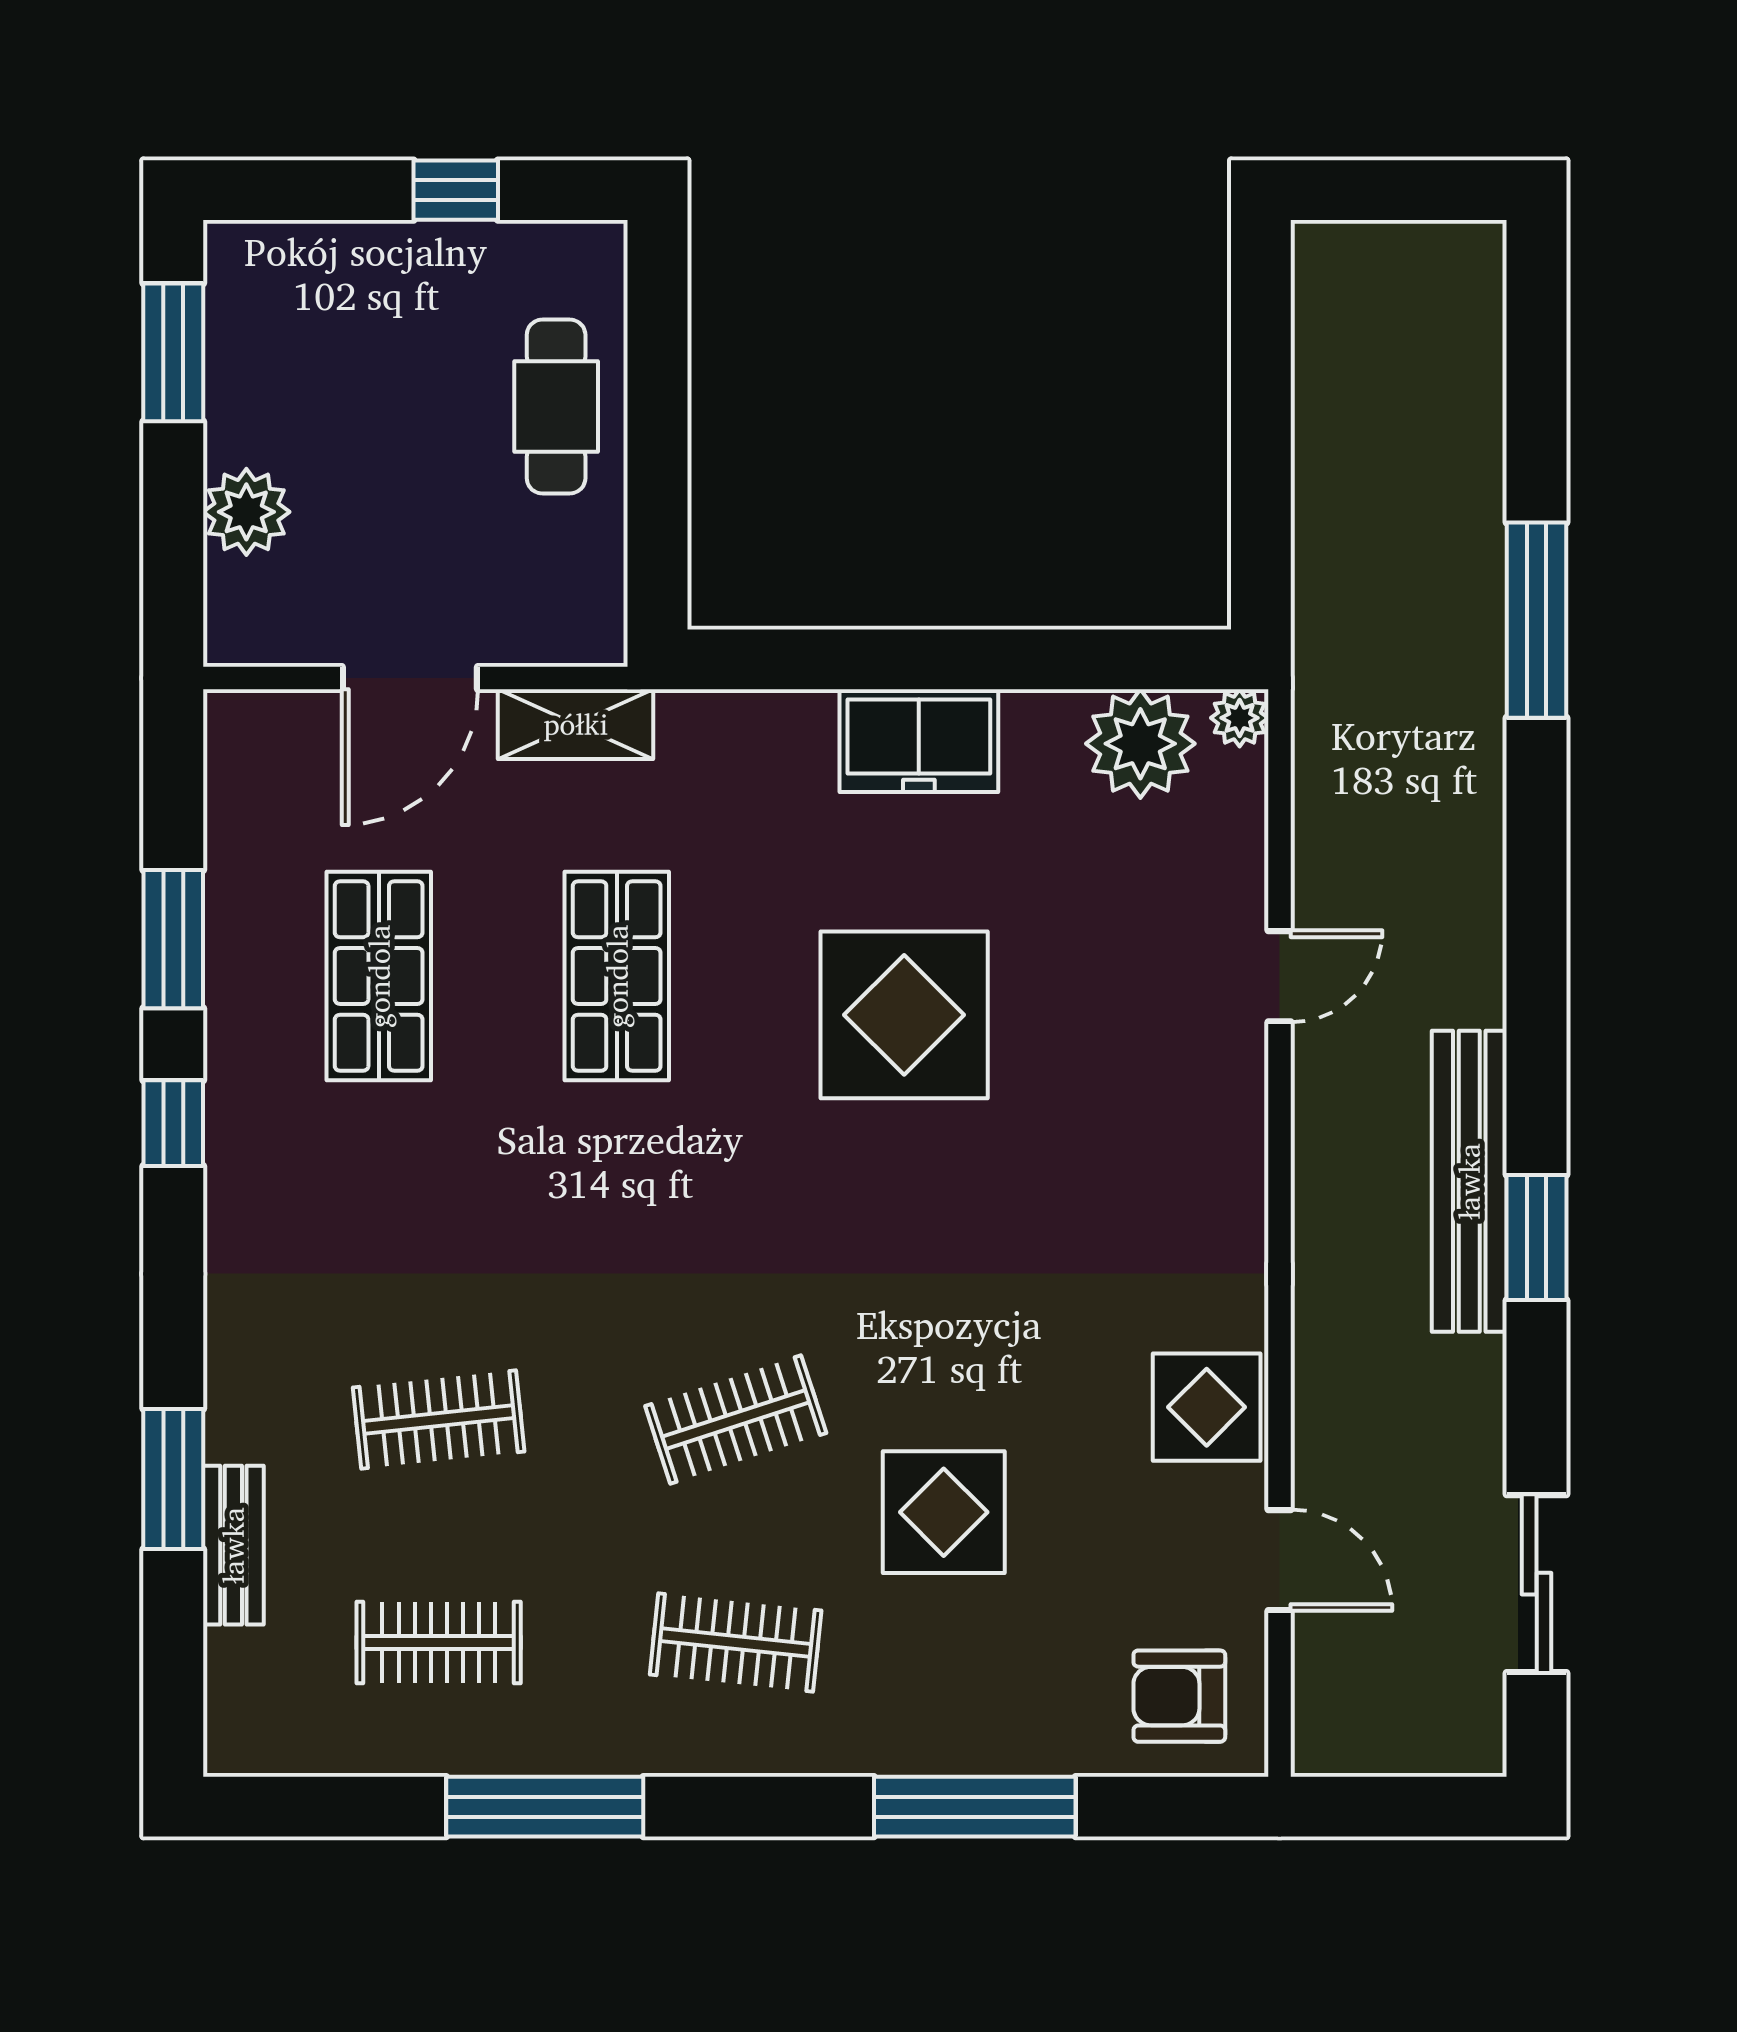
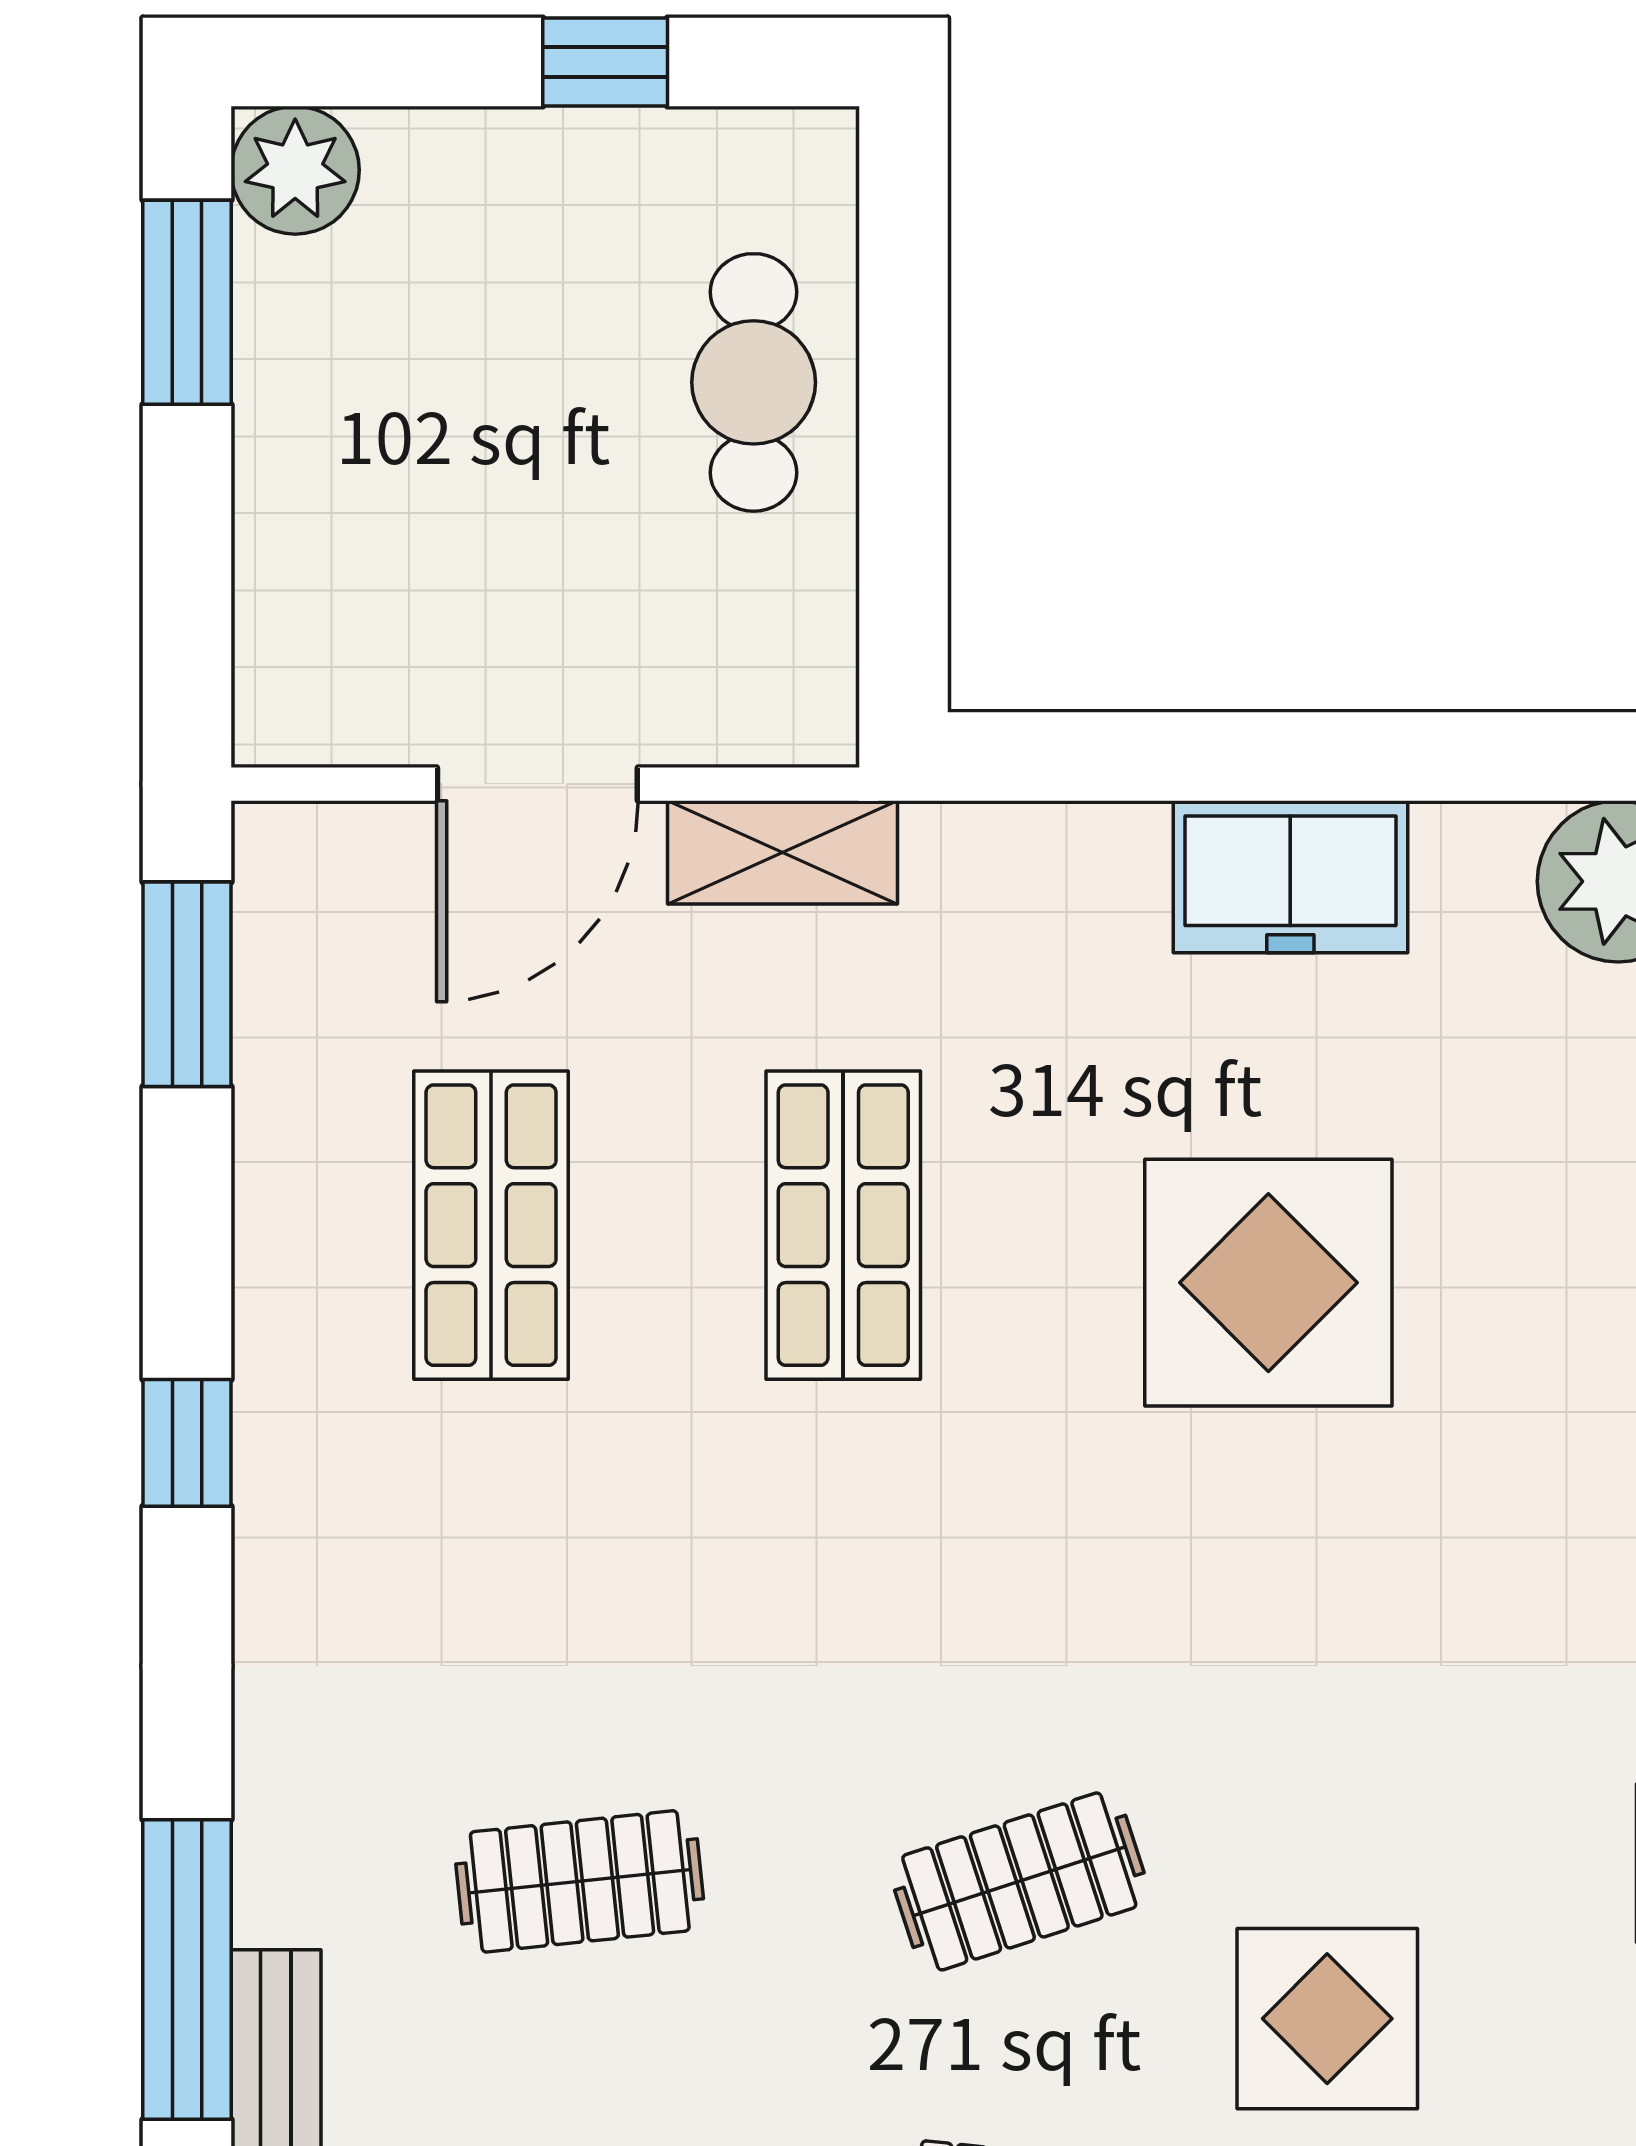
plant: (246, 512) -> (295, 170), moved
window: (173, 939) -> (187, 984), moved
window: (173, 1479) -> (187, 1970), width x1.44

